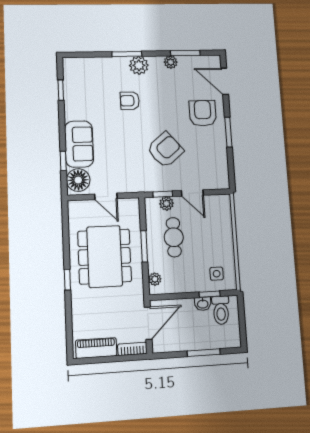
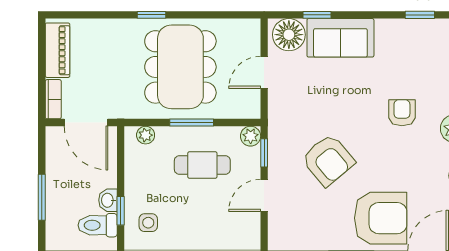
armchair: (203, 113) -> (381, 218), width x1.36, depth x1.36
plant: (166, 203) -> (251, 136), moved
dining table: (105, 256) -> (180, 67), turned 90

